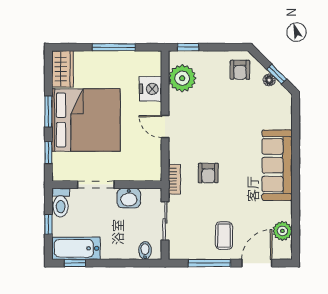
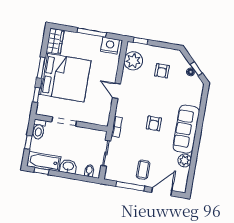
armchair: (240, 70) -> (162, 71), moved
nightstand: (150, 89) -> (110, 46), moved, turned -90
armchair: (208, 173) -> (154, 123), moved
washbasin: (129, 198) -> (68, 166), moved, turned 180
plant: (282, 231) -> (185, 160), moved

